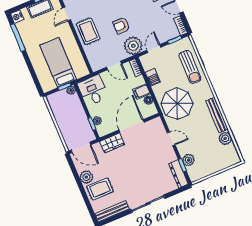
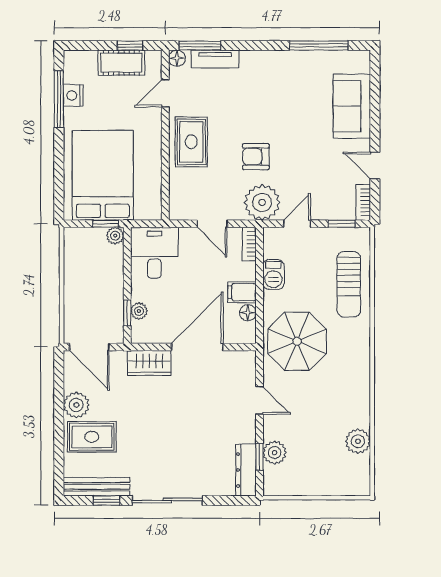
nightstand: (17, 17) -> (73, 95), moved
bed: (58, 62) -> (103, 175), width x1.50
bench: (217, 115) -> (361, 393), removed
window: (119, 216) -> (106, 501), added

